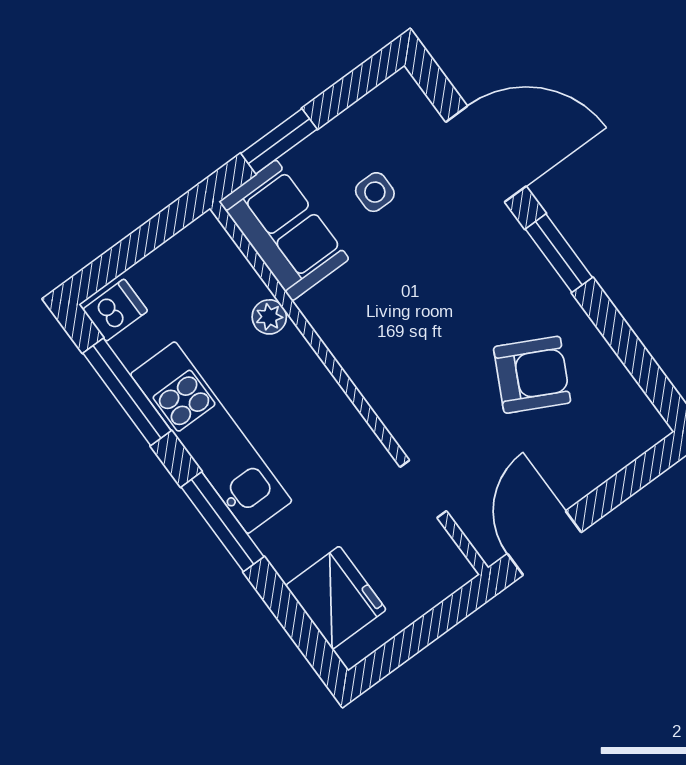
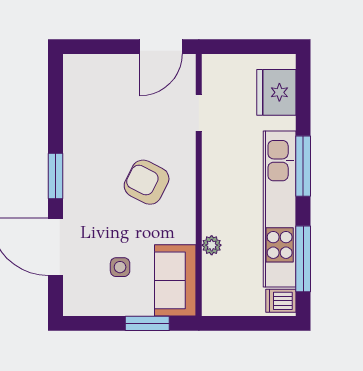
armchair: (532, 375) -> (147, 182), moved
kitchen unit: (211, 438) -> (280, 209), width x1.36

